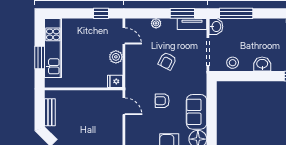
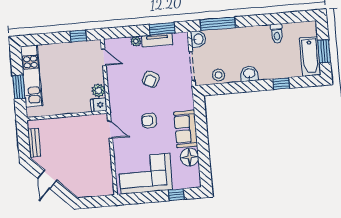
tv unit: (192, 24) -> (157, 40), moved
plant: (116, 57) -> (98, 90), moved

